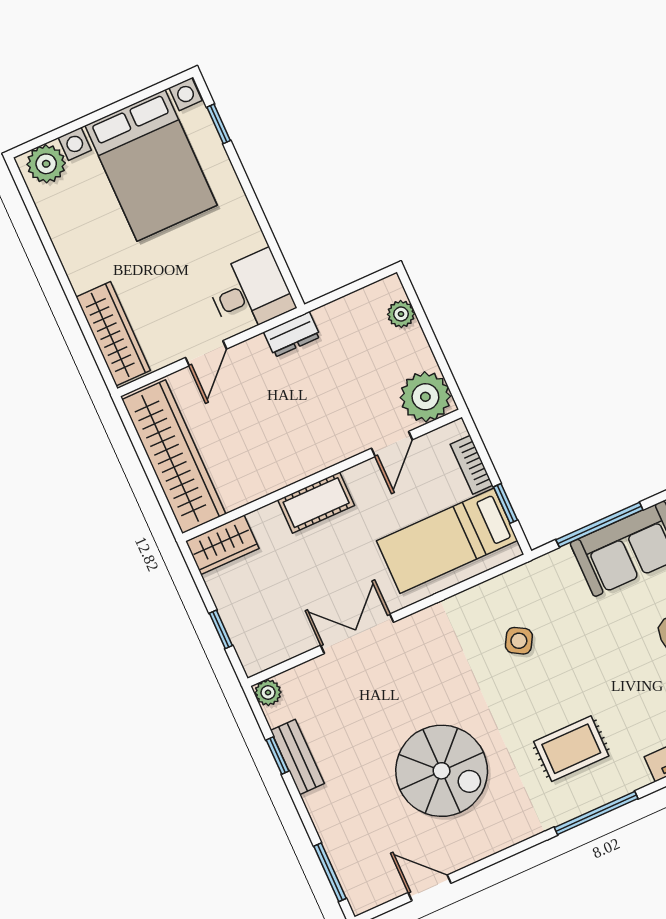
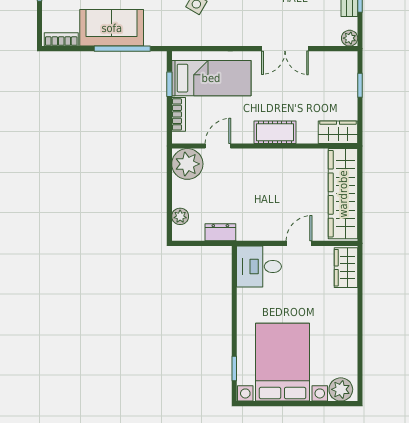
wardrobe: (113, 334) -> (346, 268), width x0.67
dresser: (292, 334) -> (220, 232), moved

